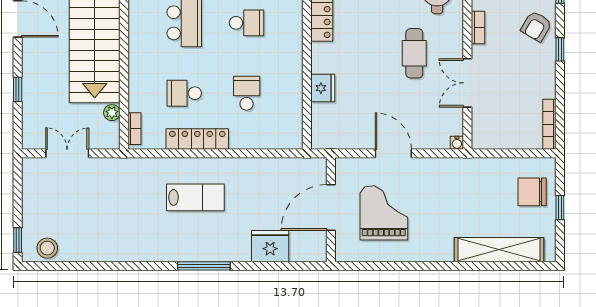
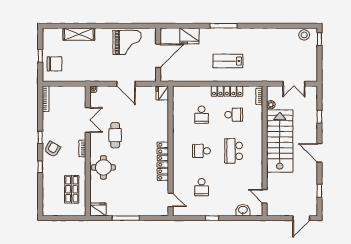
fridge: (323, 88) -> (162, 93), moved
grand piano: (384, 213) -> (127, 42), moved, turned -90
shelving: (499, 250) -> (79, 34), width x0.68

